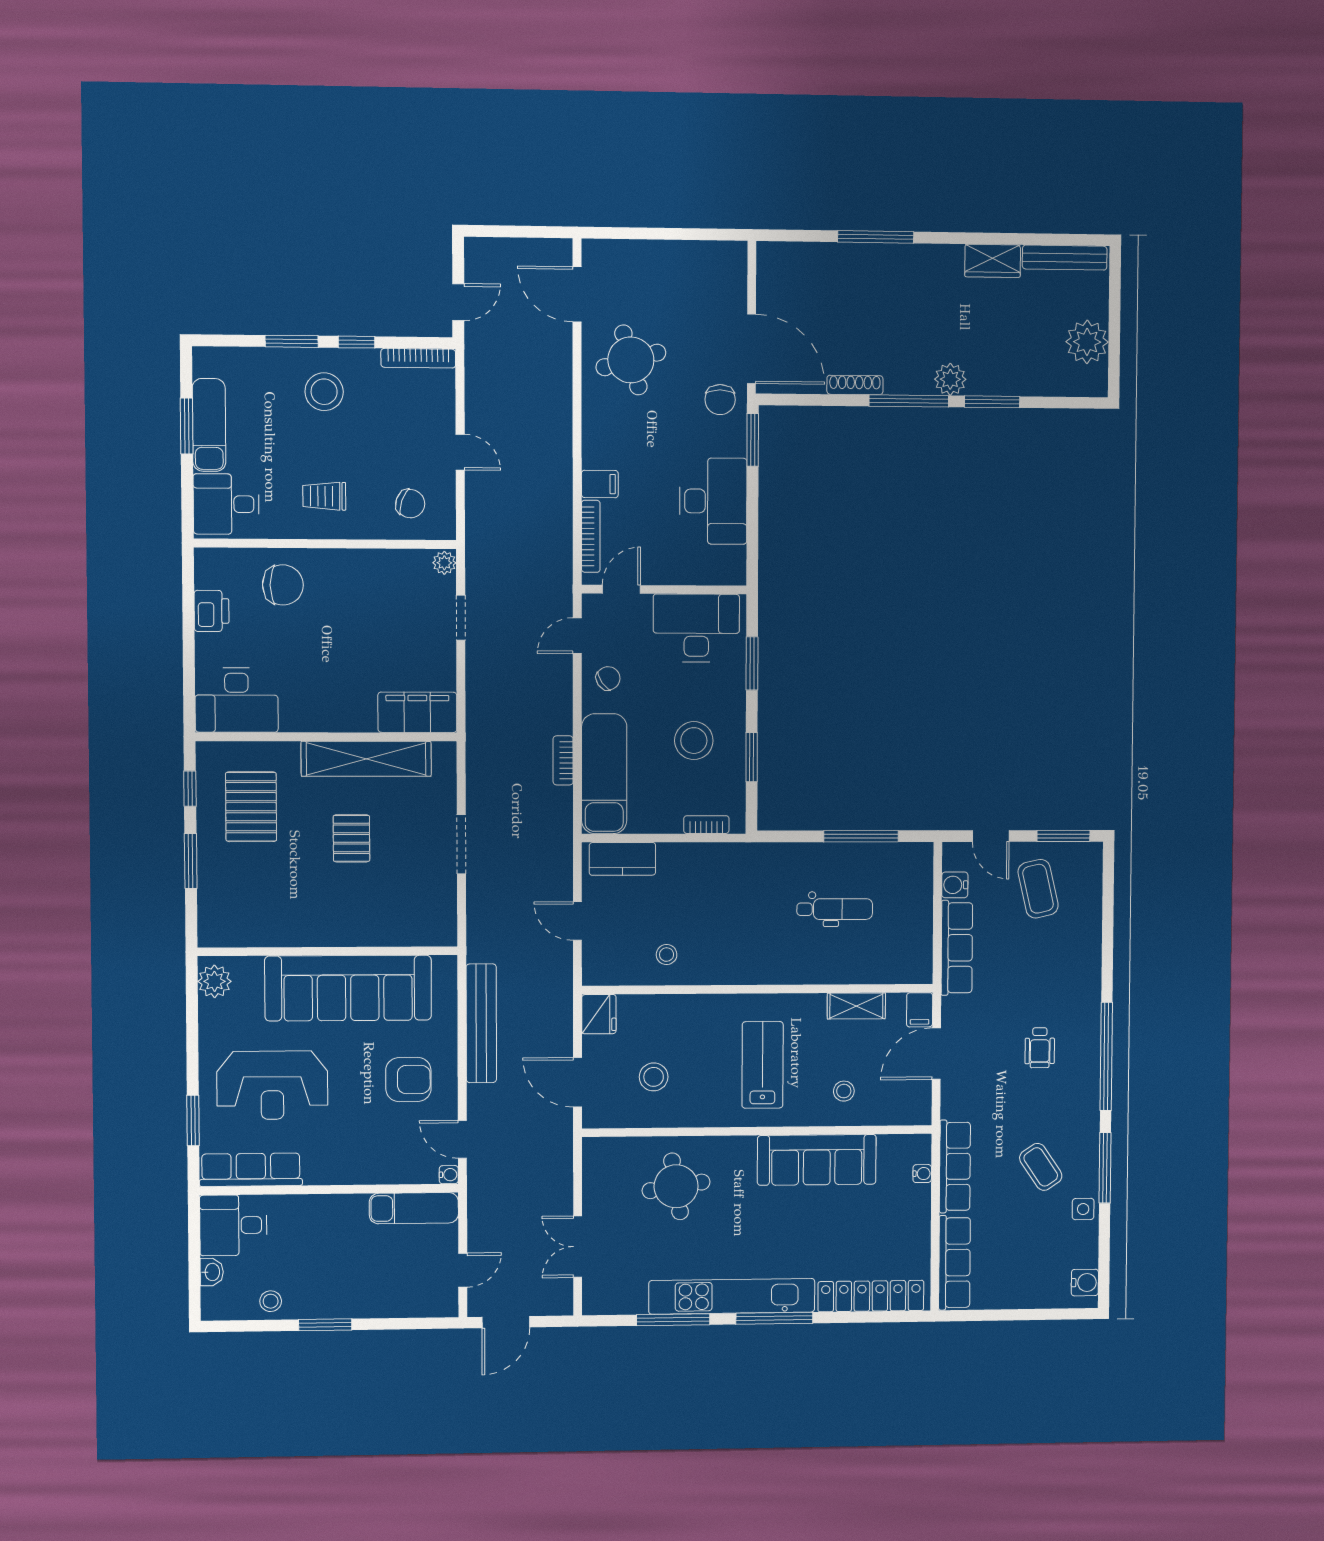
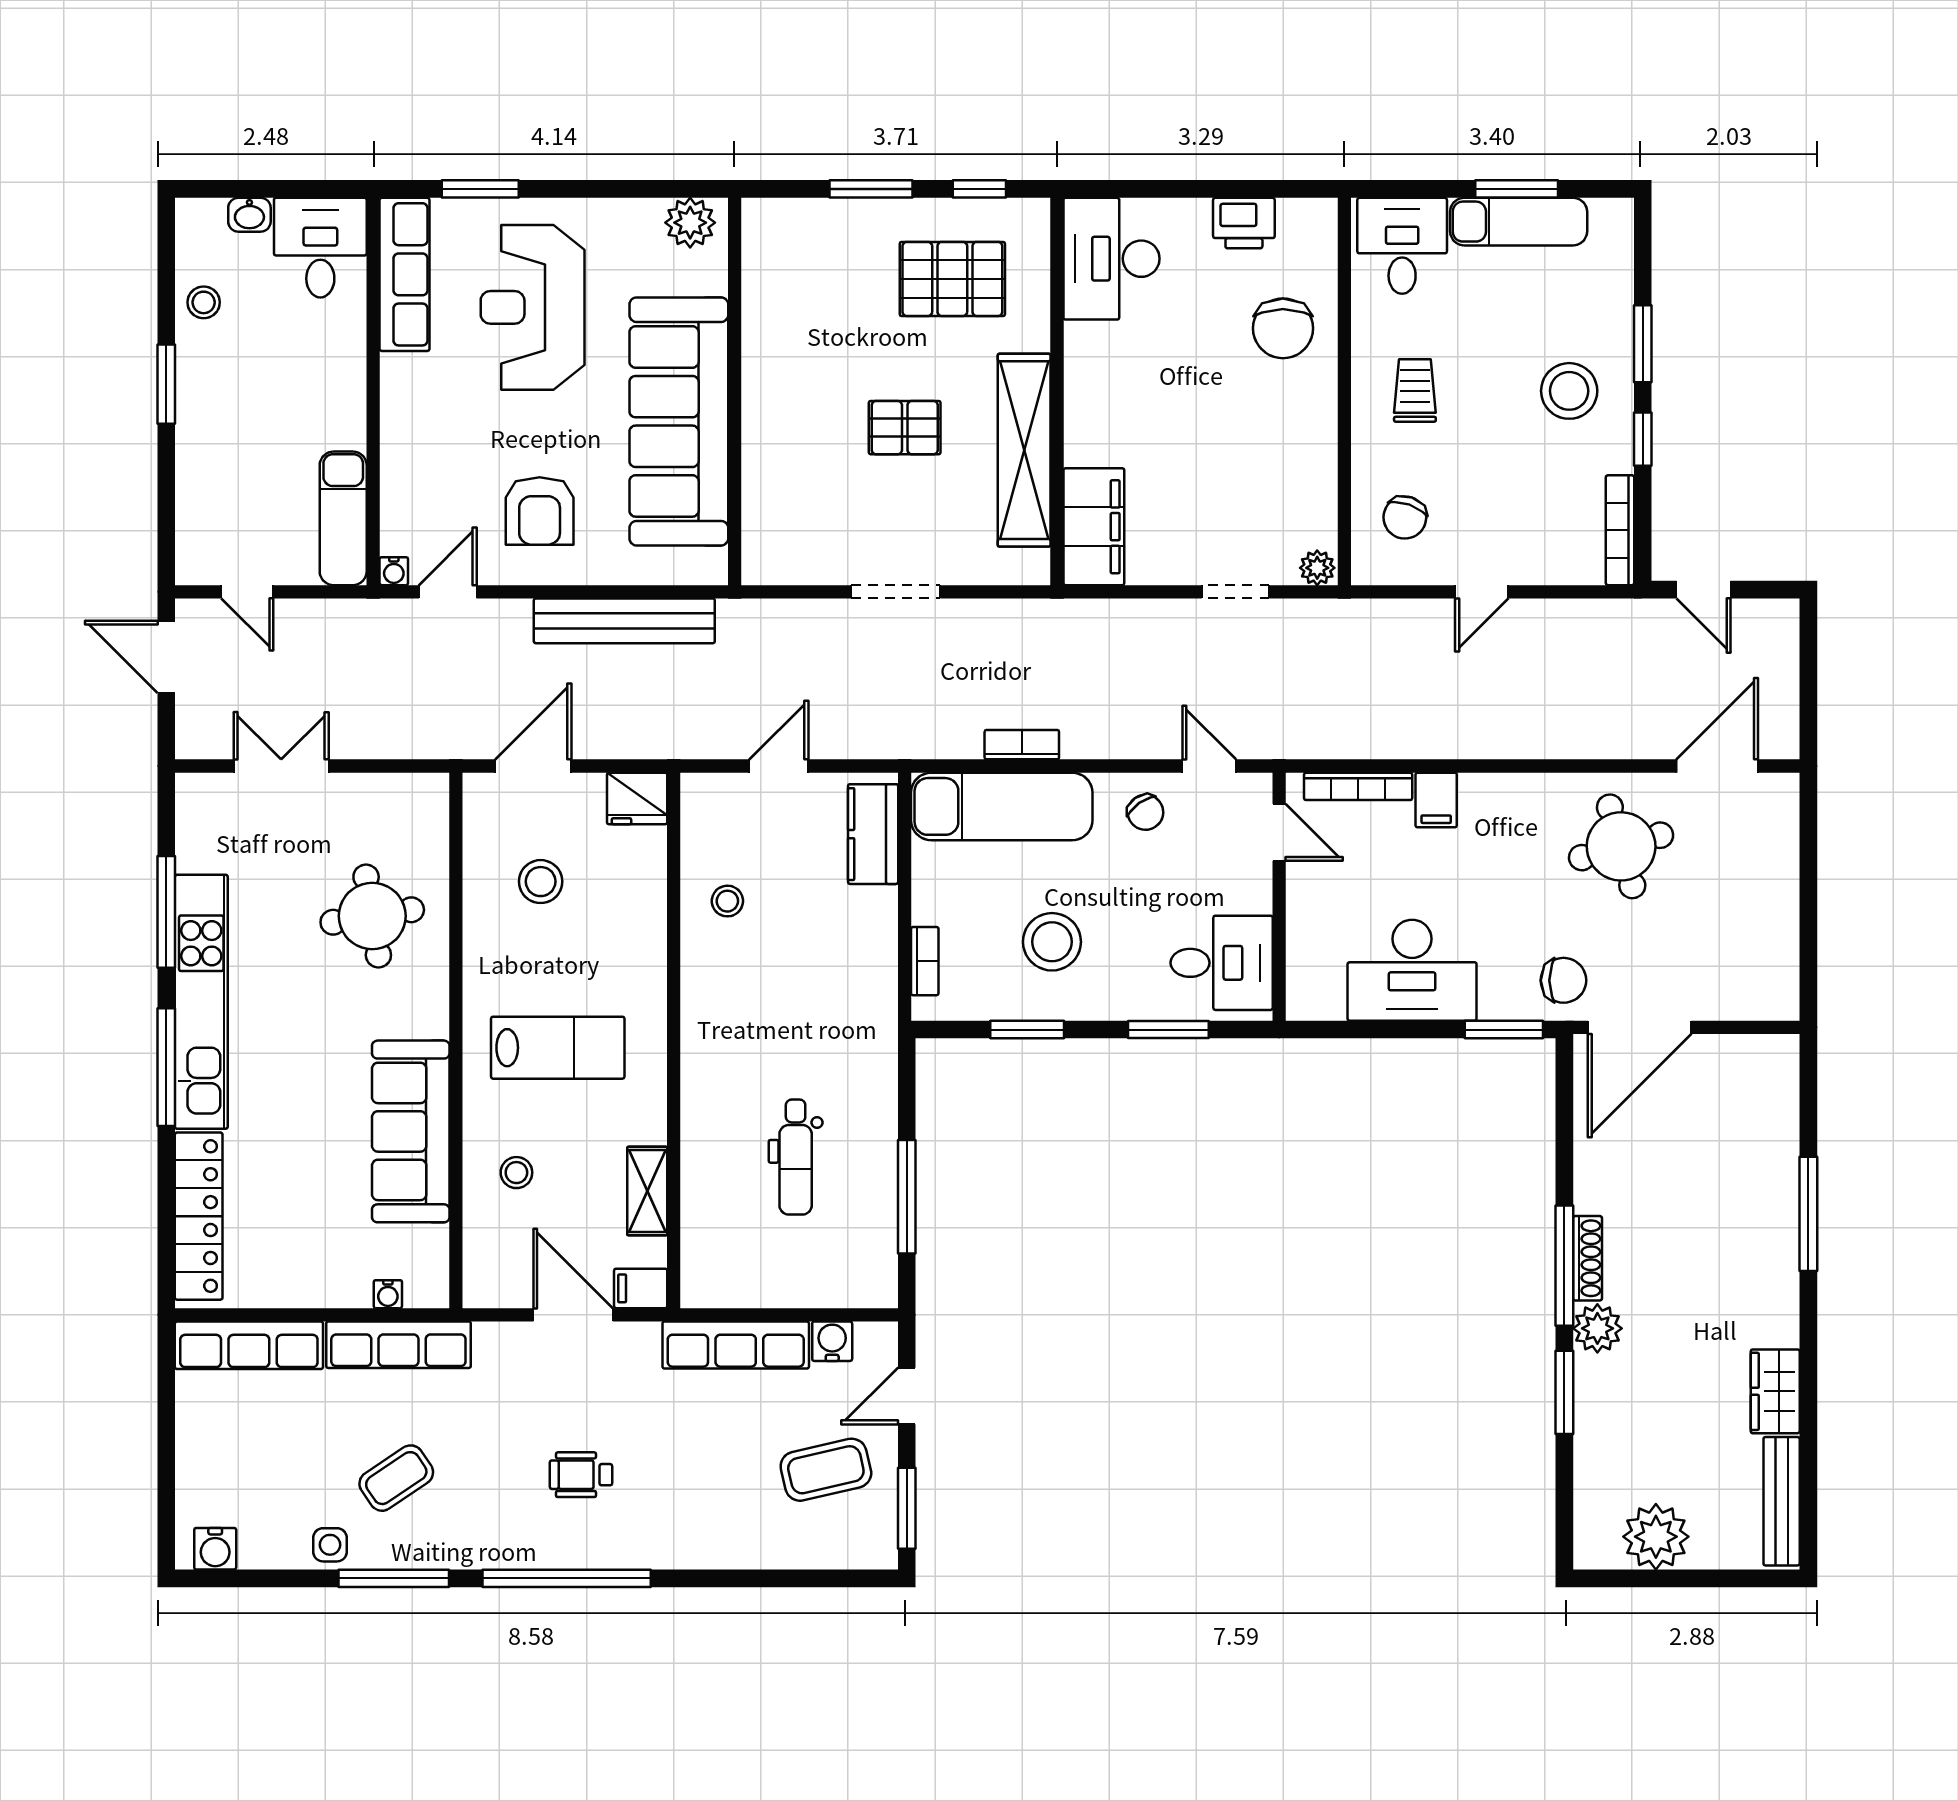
shoe rack: (855, 385) -> (1587, 1258), moved
chair: (720, 400) -> (1564, 980), turned 180
desk: (696, 628) -> (1222, 963), width x0.73

